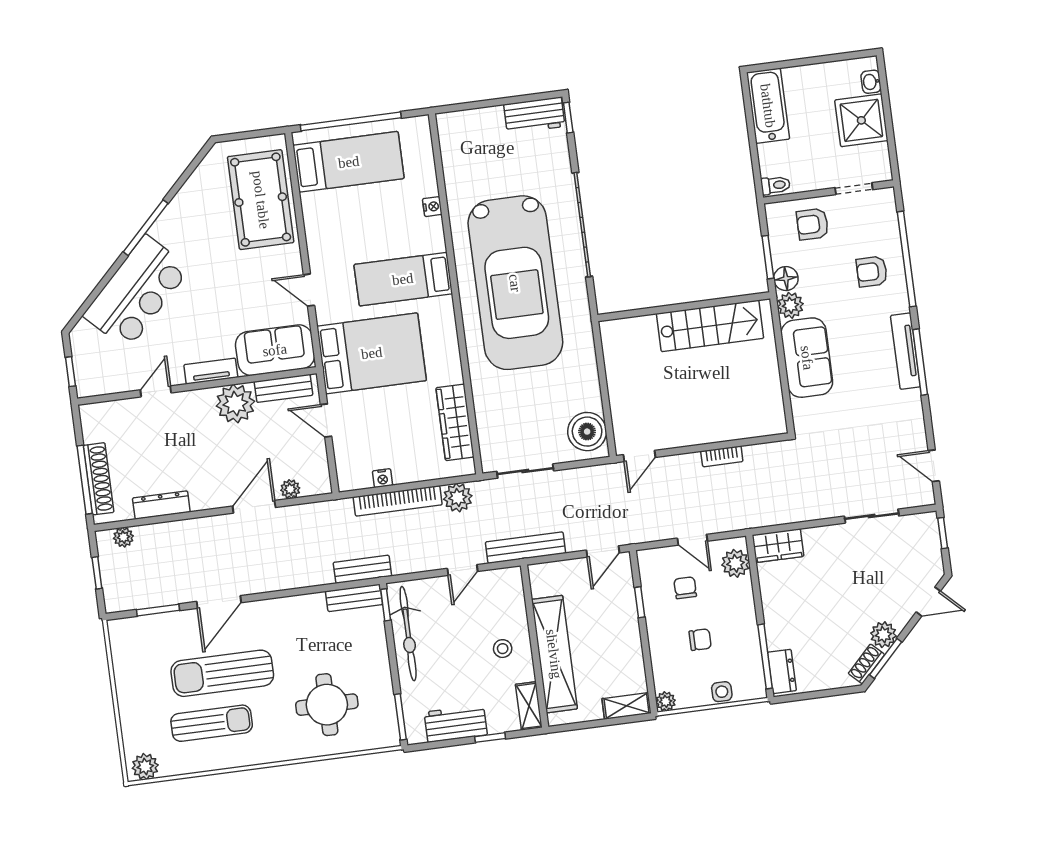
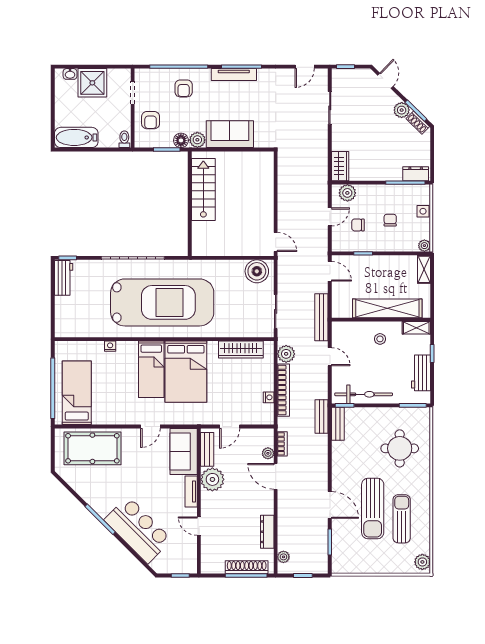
bed: (372, 353) -> (186, 372), moved, turned 180
bookcase: (722, 456) -> (282, 444), moved

